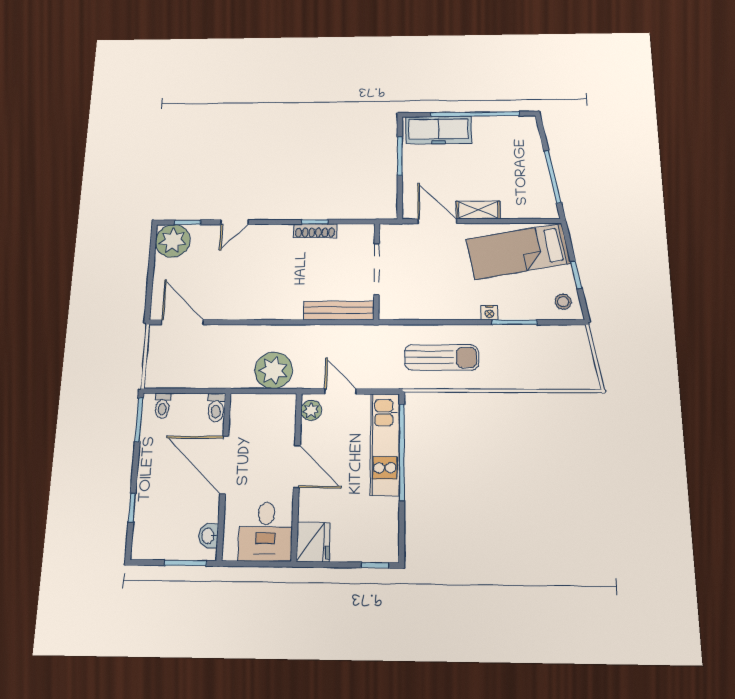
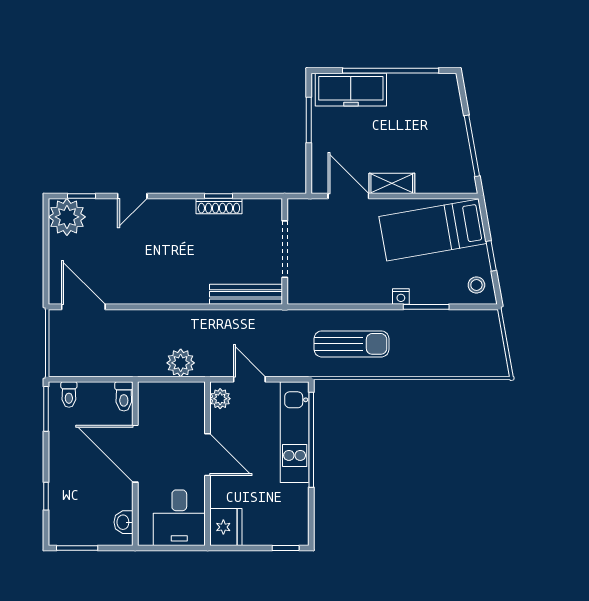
plant: (274, 370) -> (181, 363), width x0.73, depth x0.73
window: (186, 563) -> (77, 548), moved

